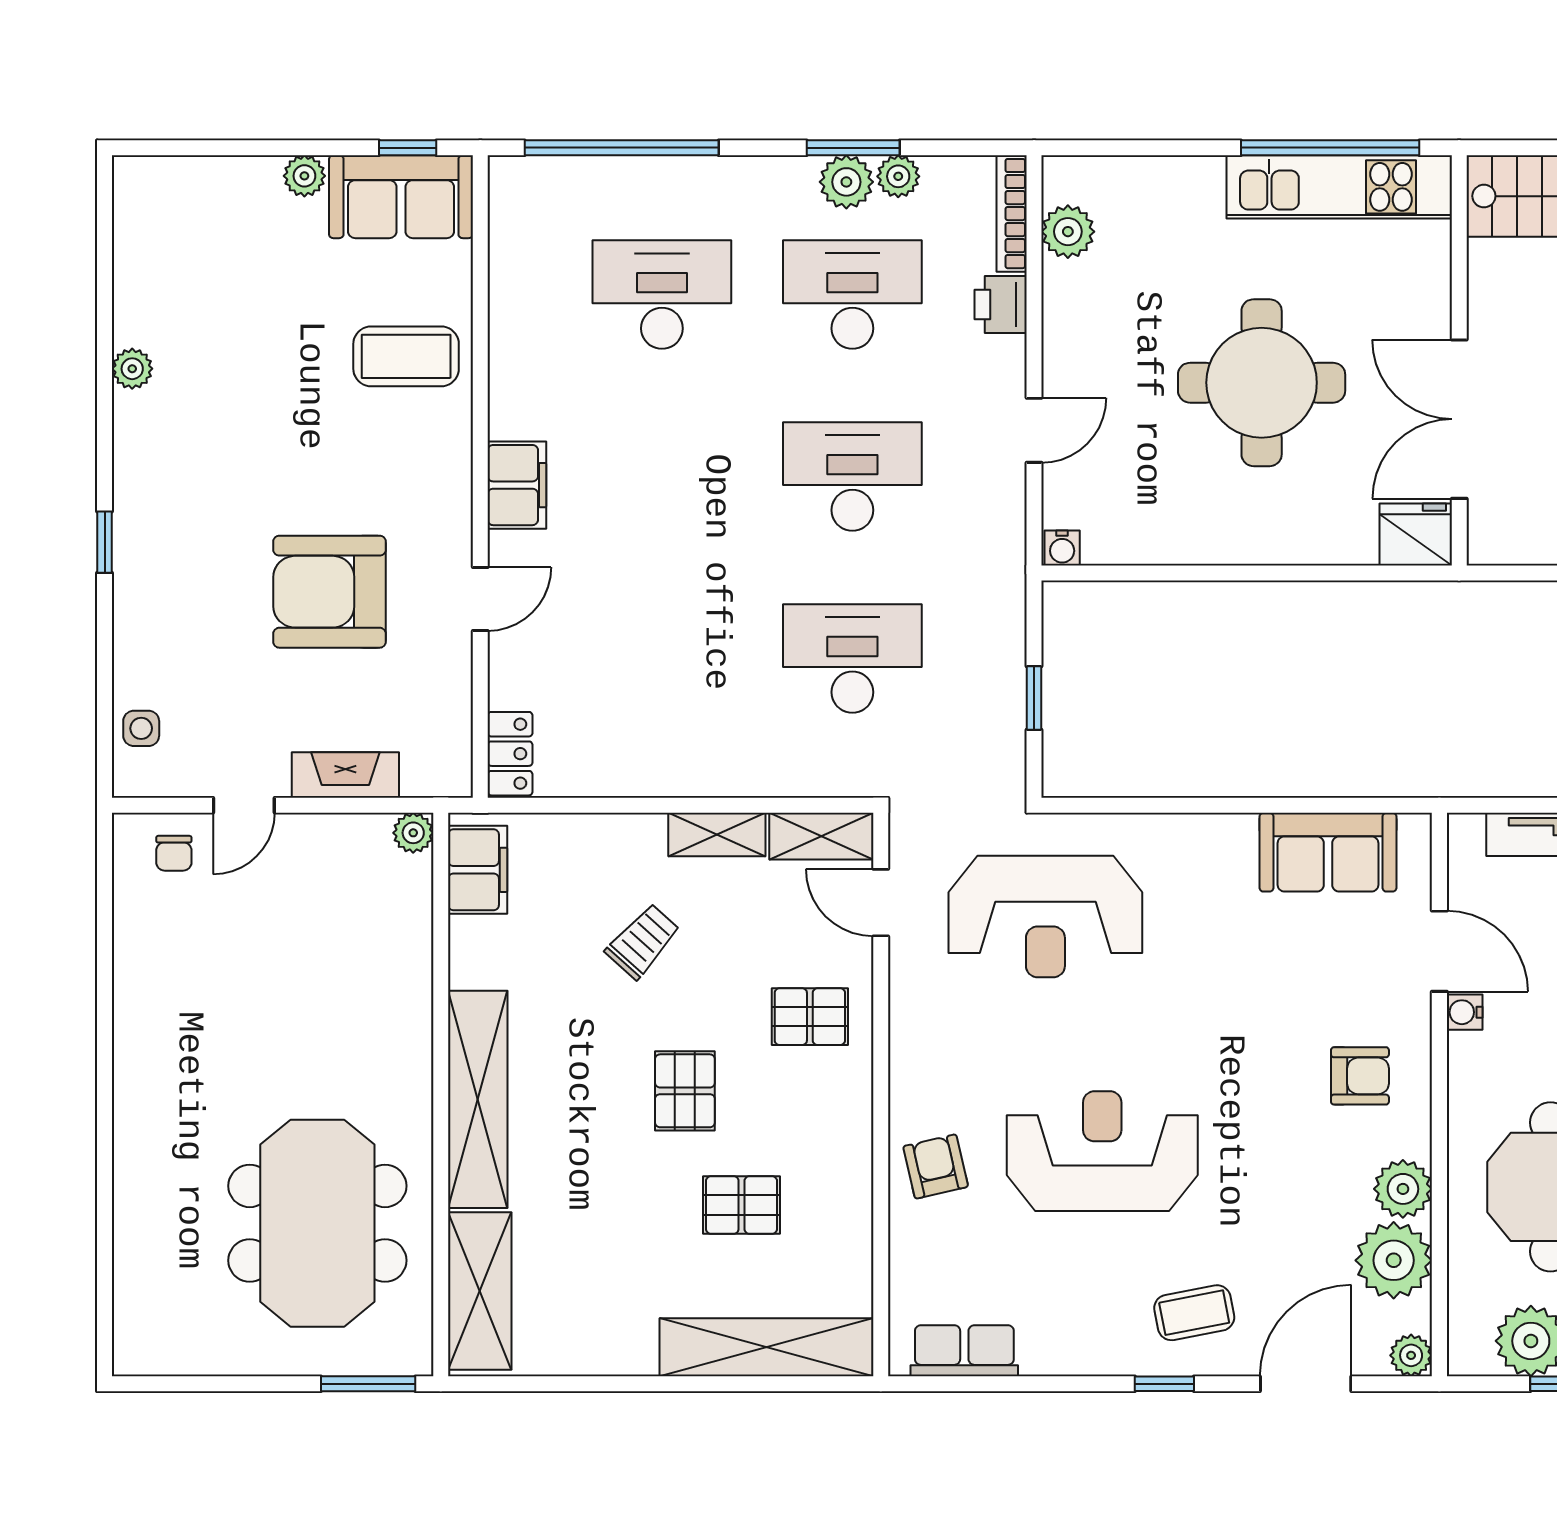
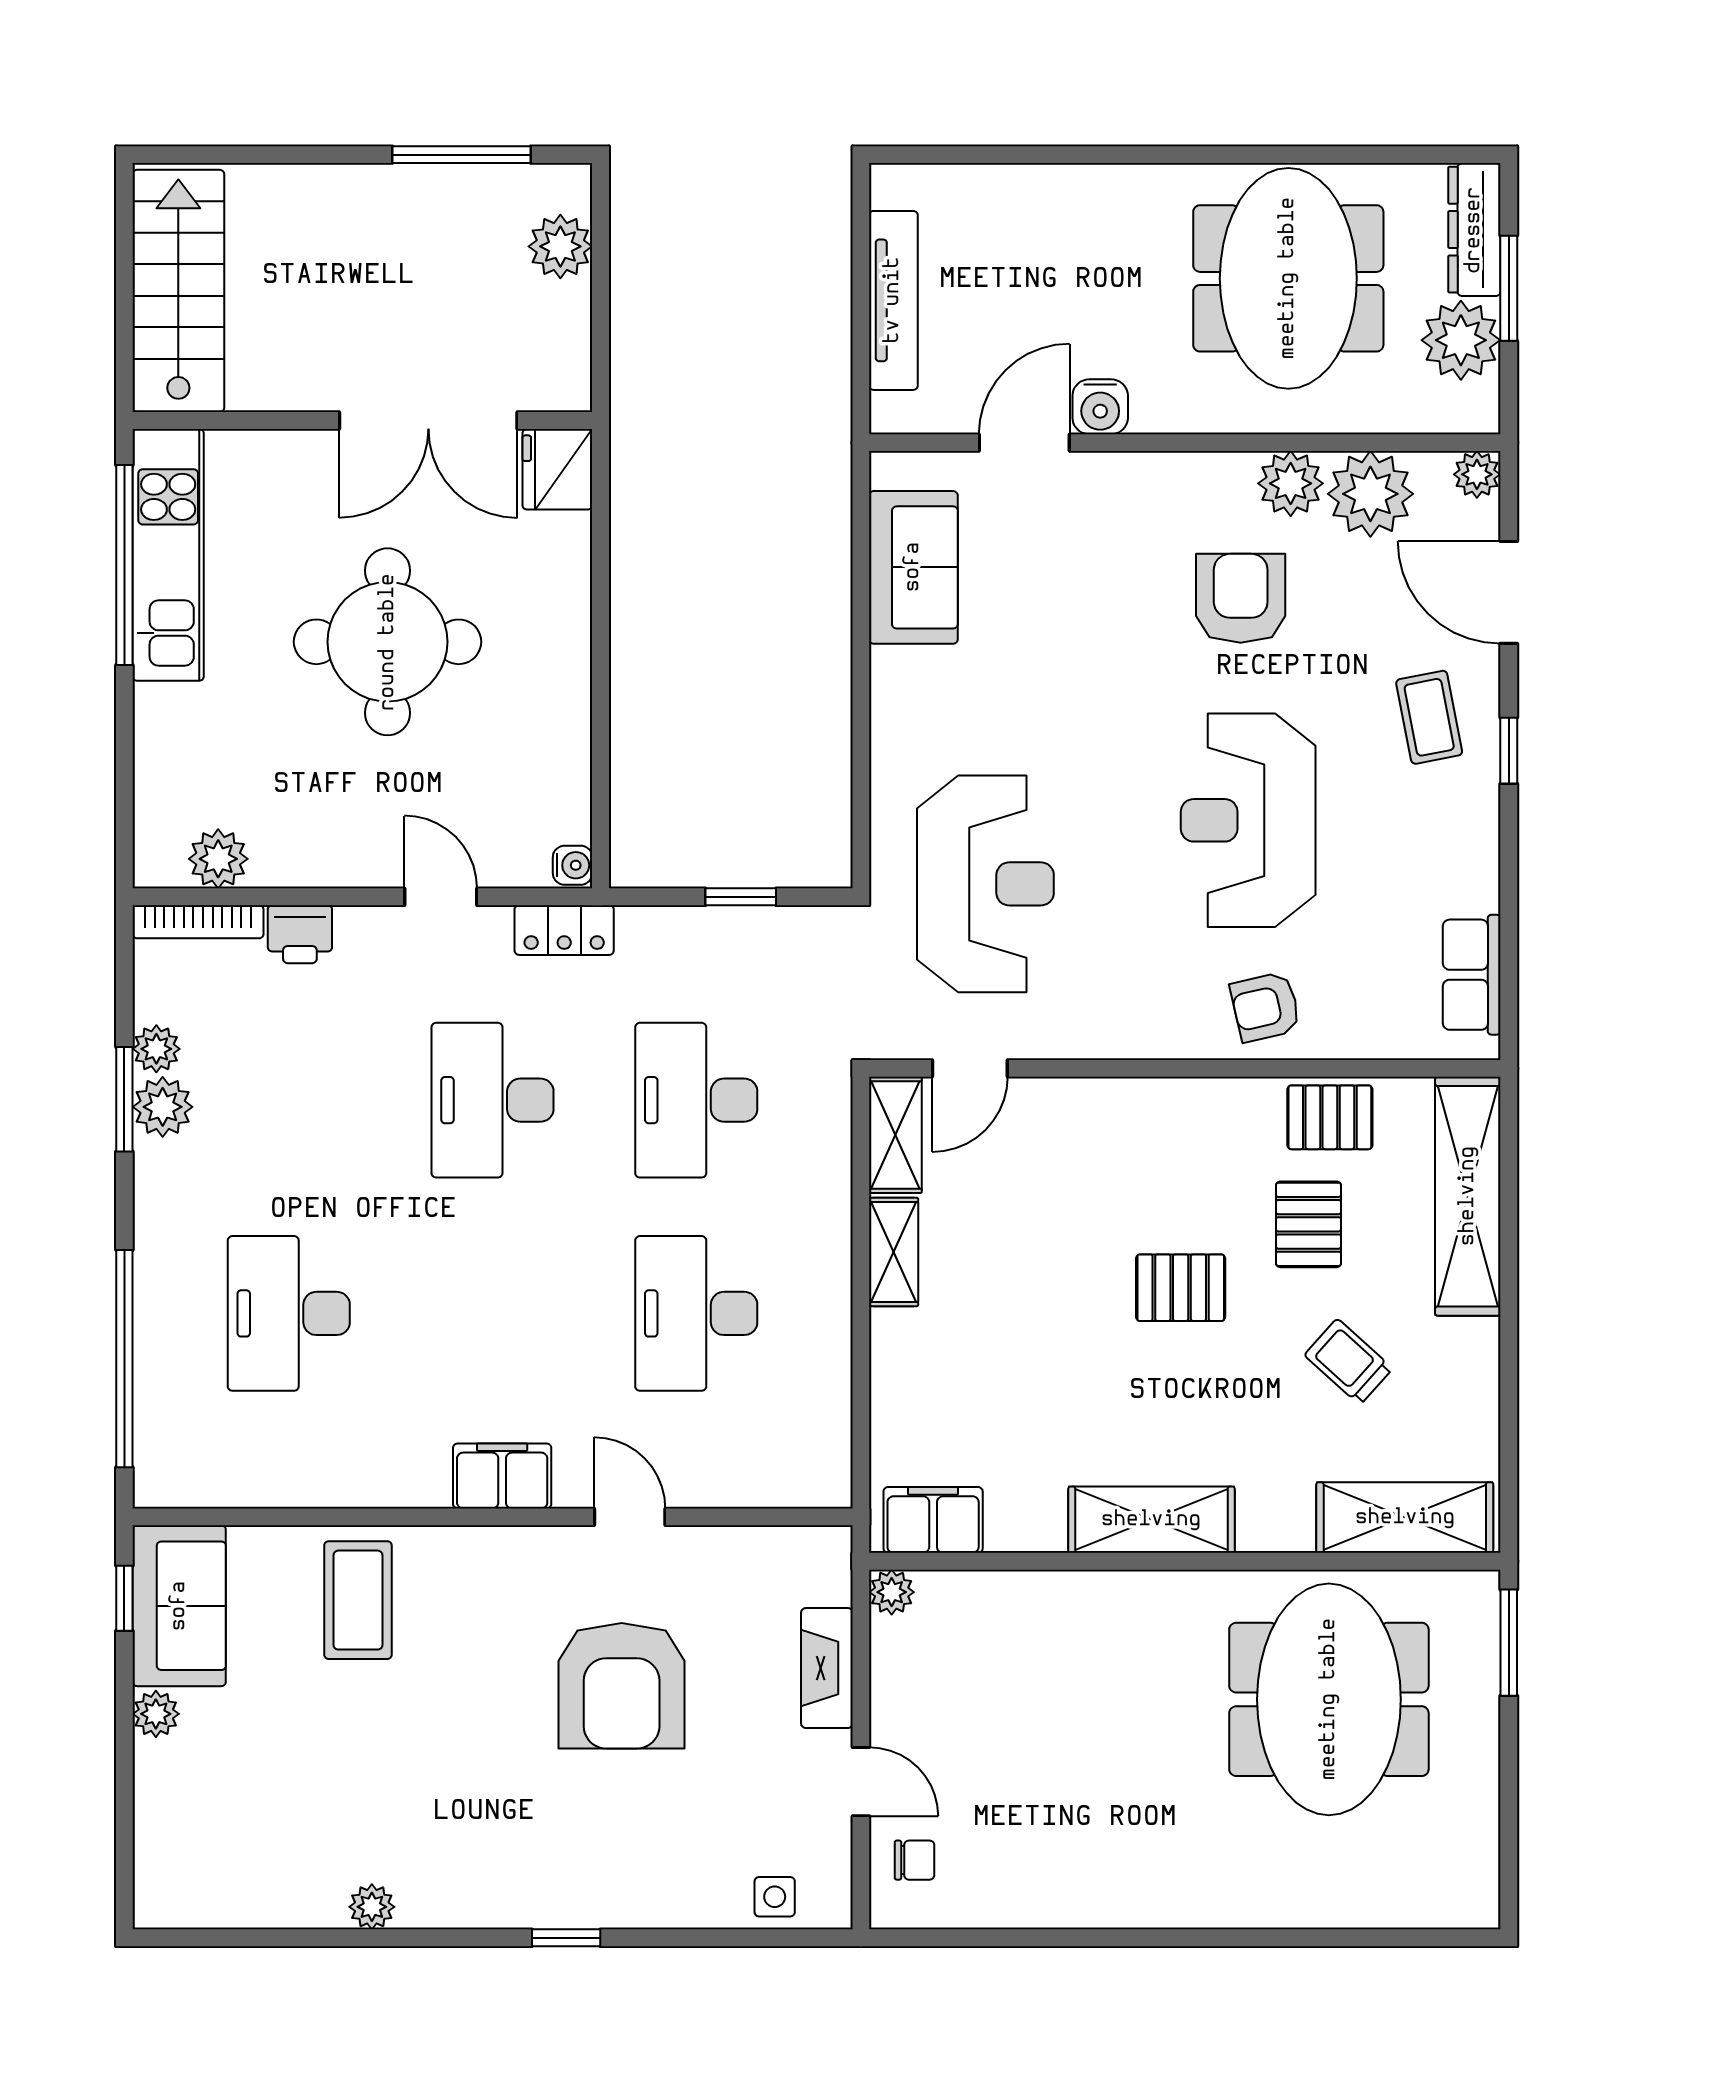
desk: (852, 295) -> (696, 1313), moved
locker: (510, 754) -> (564, 930), moved, turned 180
trolley: (643, 941) -> (1348, 1362), moved
water cooler: (1465, 1012) -> (1100, 407), width x1.38, depth x1.38
pallet: (810, 1017) -> (1330, 1117), moved, turned 90
armchair: (1360, 1076) -> (1241, 598), moved, width x1.38, depth x1.38
shelving: (478, 1099) -> (1151, 1520), width x0.68
meeting table: (317, 1223) -> (1329, 1699), turned 90

